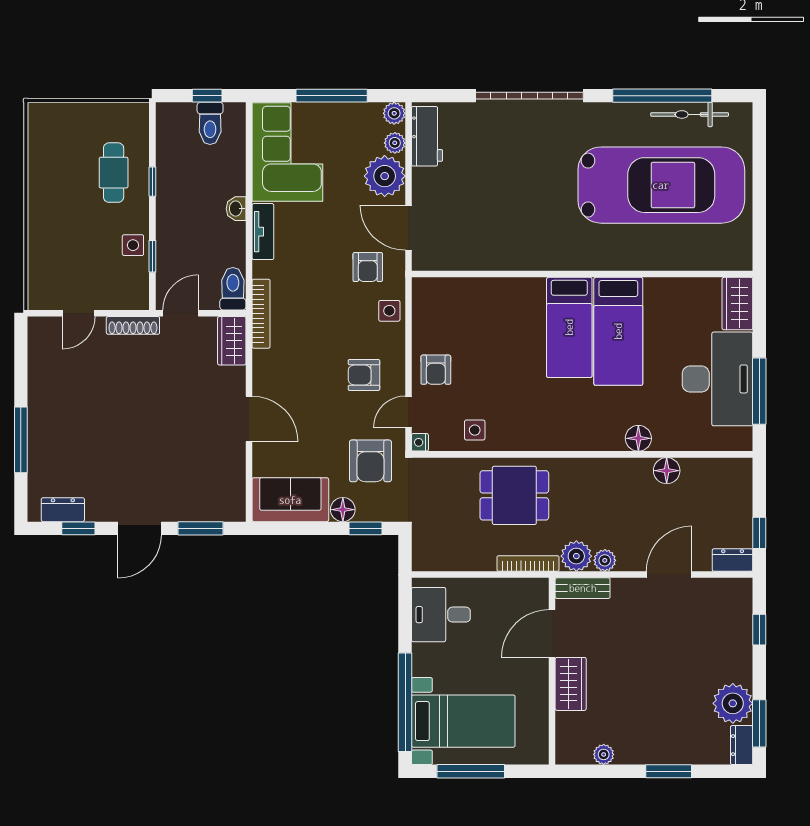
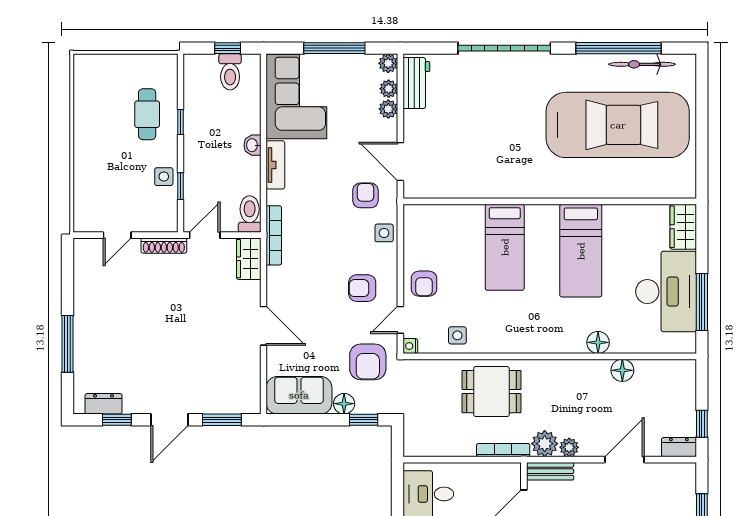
plant: (385, 176) -> (388, 109), width x0.53, depth x0.53
armchair: (368, 267) -> (365, 195), turned 180
bed: (569, 327) -> (505, 247), moved

